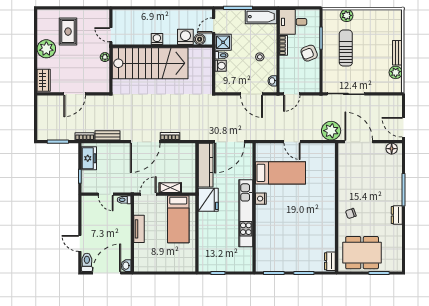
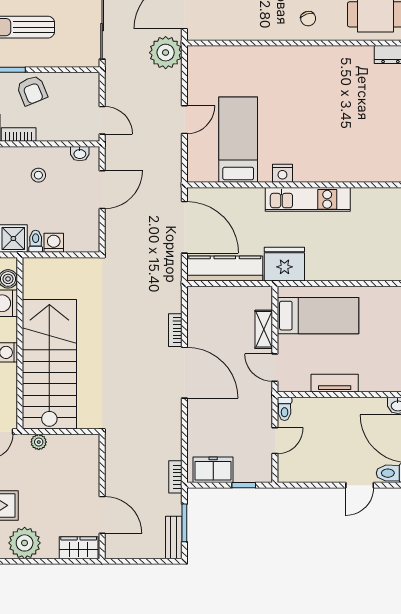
door: (75, 94) -> (102, 515), moved
bench: (108, 135) -> (174, 537), moved
kitchen unit: (246, 213) -> (308, 199), width x0.73

